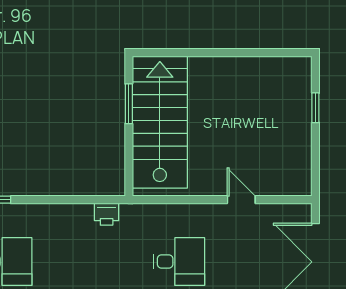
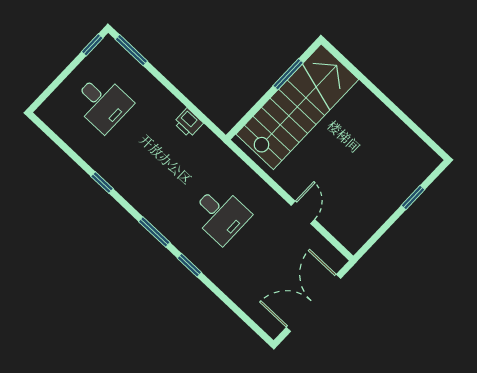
printer: (107, 214) -> (188, 123), moved

